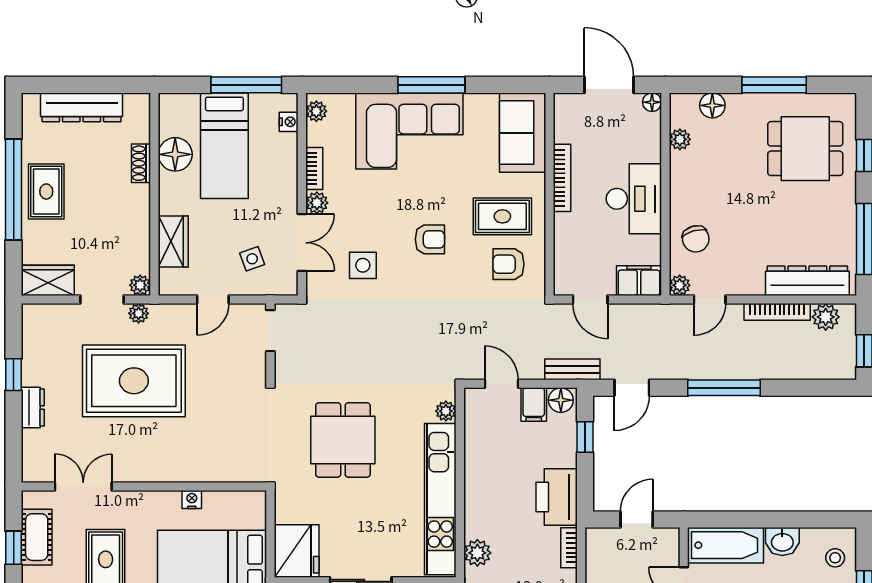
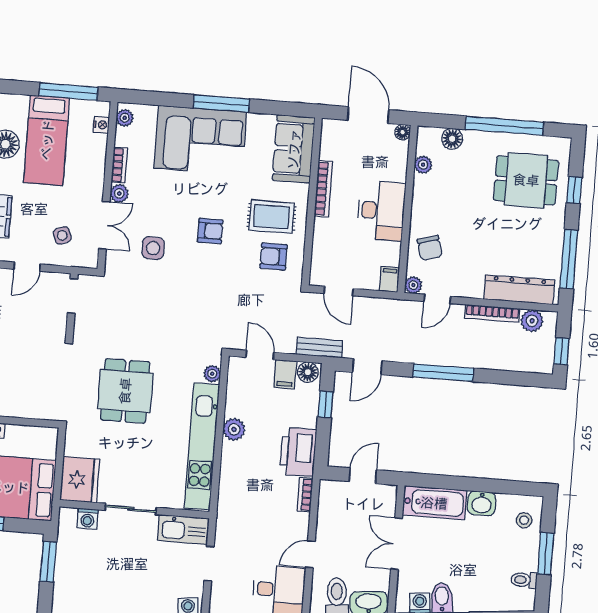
window: (774, 85) -> (505, 126), width x1.46
filing cabinet: (639, 281) -> (389, 279), width x0.50
plant: (477, 553) -> (234, 429), moved

